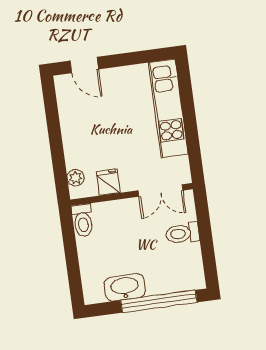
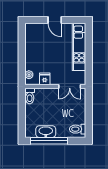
door: (84, 65) -> (55, 20), moved
toilet: (183, 233) -> (78, 129), moved
window: (159, 301) -> (49, 141), moved

